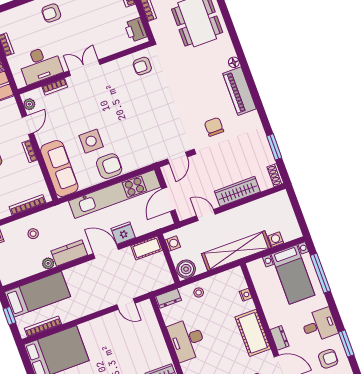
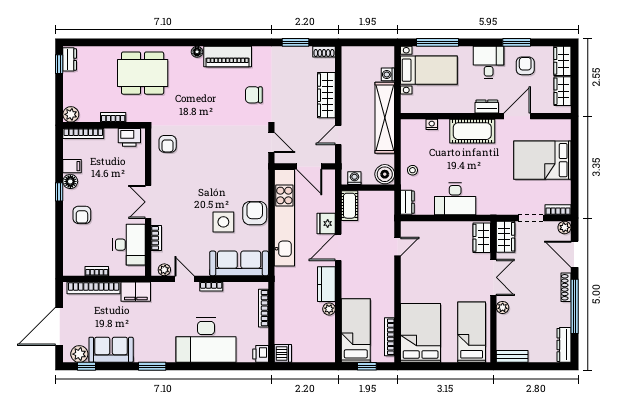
stool: (33, 234) -> (294, 313), removed

